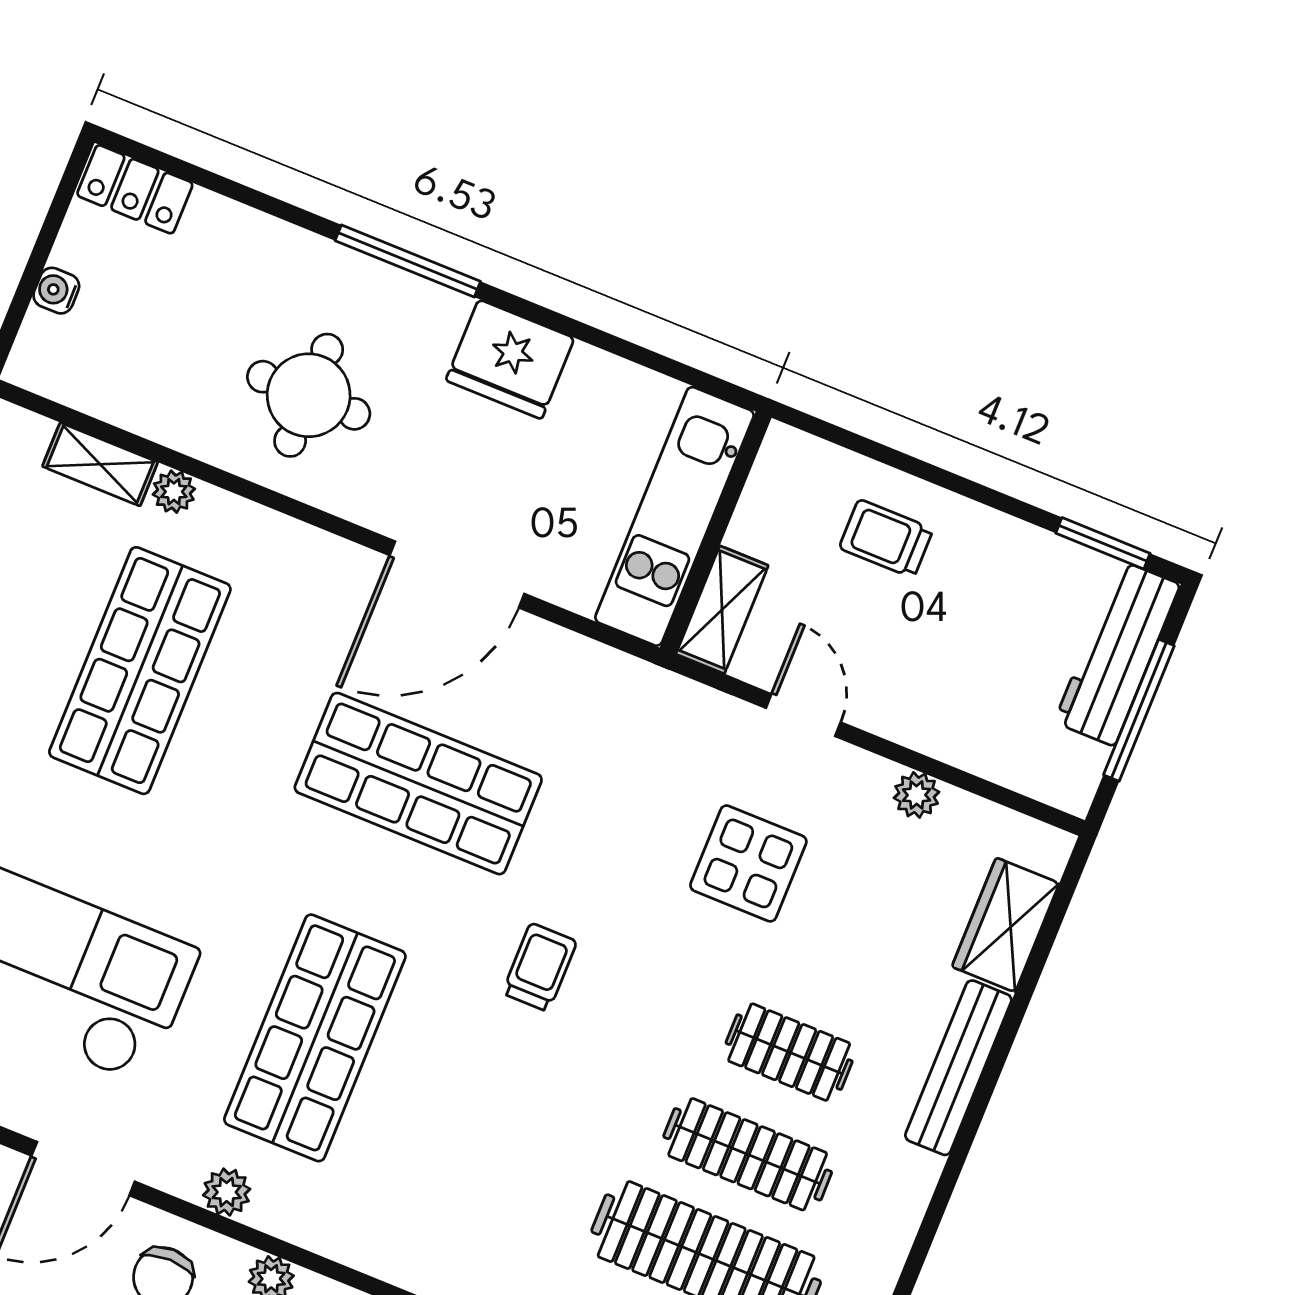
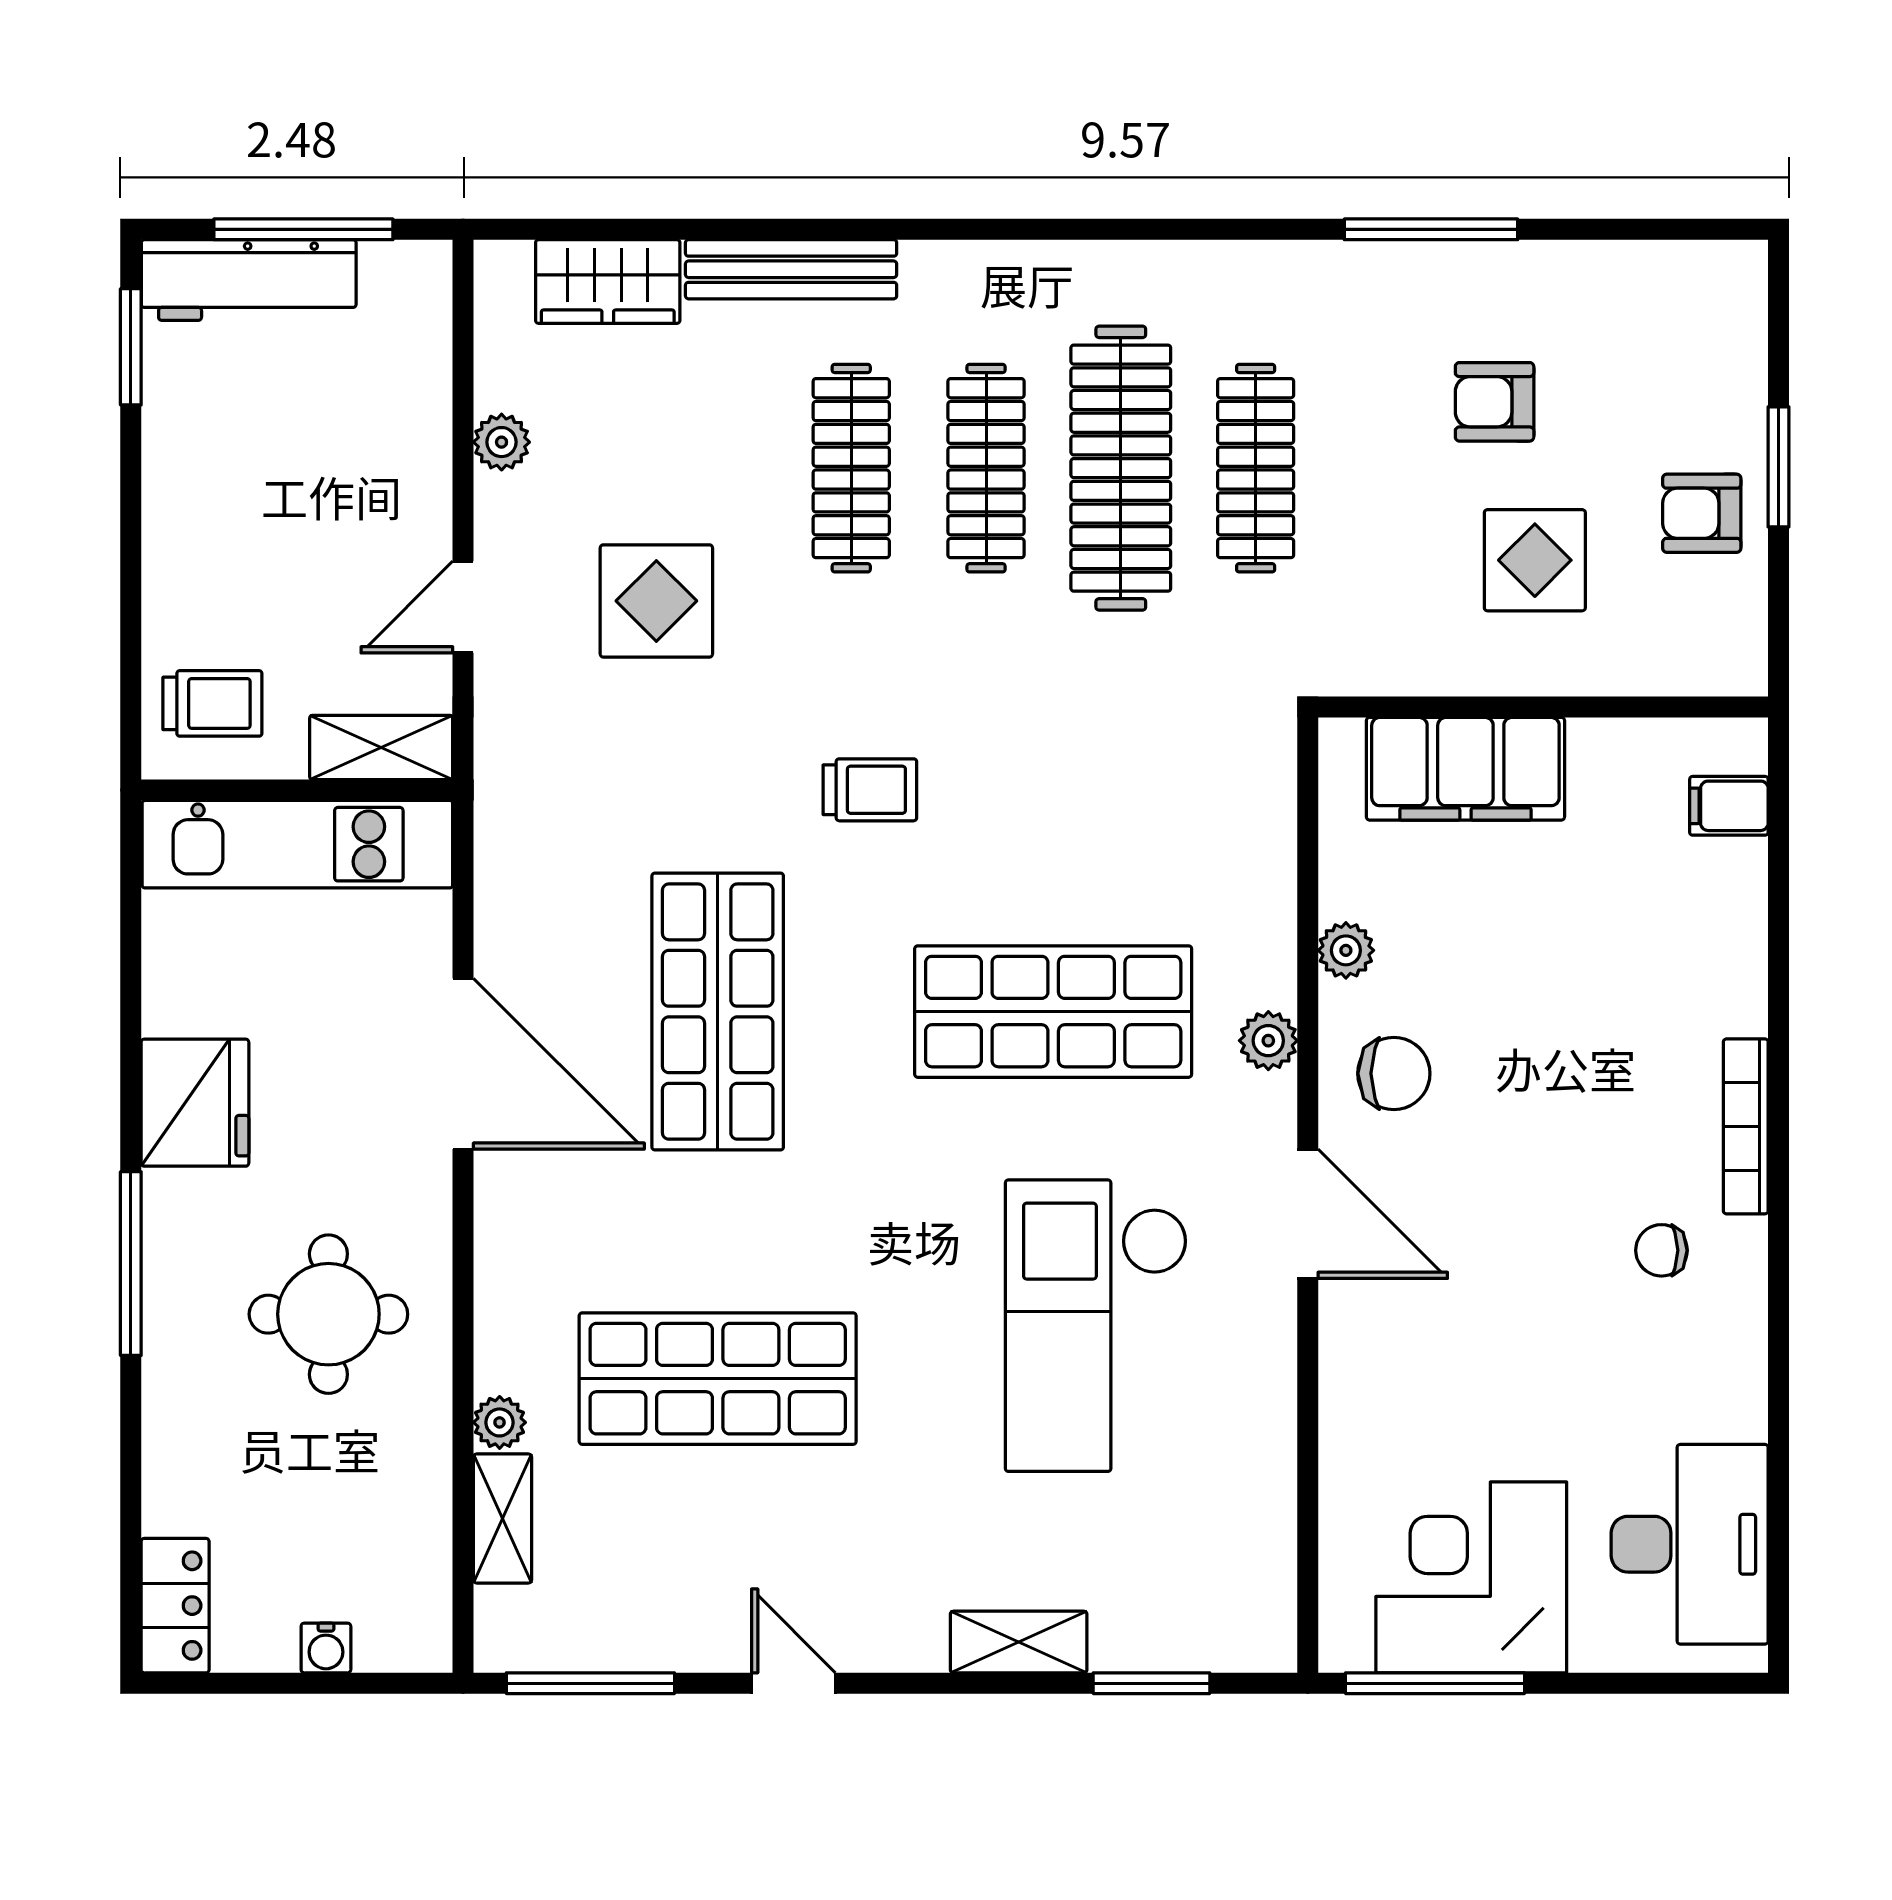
trolley: (886, 539) -> (212, 703), moved, turned -90
trolley: (540, 967) -> (870, 790), turned 180
clothes rail: (789, 1052) -> (851, 468), width x1.36

